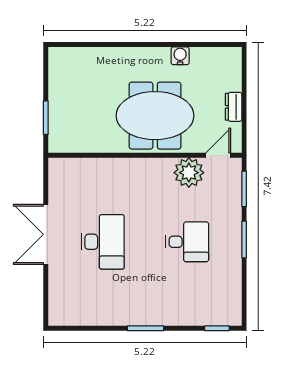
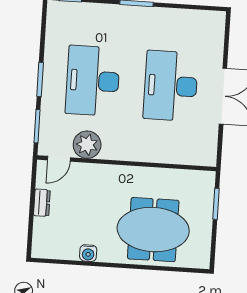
meeting table: (155, 116) -> (153, 230), moved
desk: (103, 242) -> (171, 86), width x1.36, depth x1.30
desk: (187, 242) -> (93, 81), width x1.87, depth x1.30

